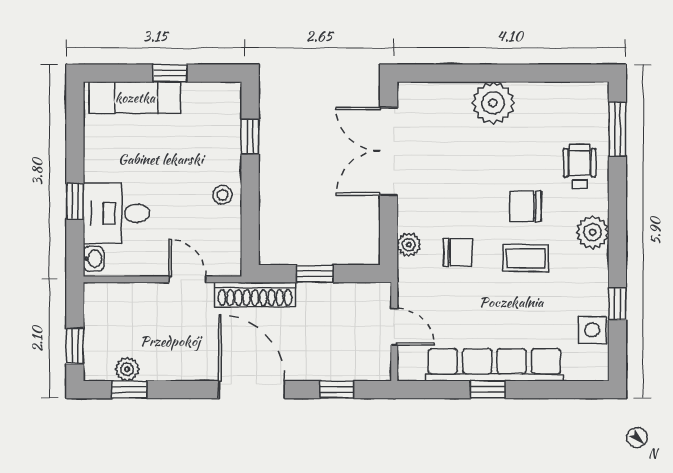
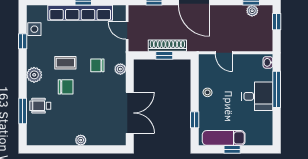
exam couch: (135, 98) -> (224, 138), moved
plant: (493, 103) -> (81, 140), width x0.53, depth x0.53
window: (617, 129) -> (23, 111), moved
wheelchair: (580, 166) -> (40, 106), turned 90
window: (75, 201) -> (277, 89), width x2.17
desk: (116, 213) -> (257, 96), moved
shoe rack: (255, 295) -> (167, 46), moved

